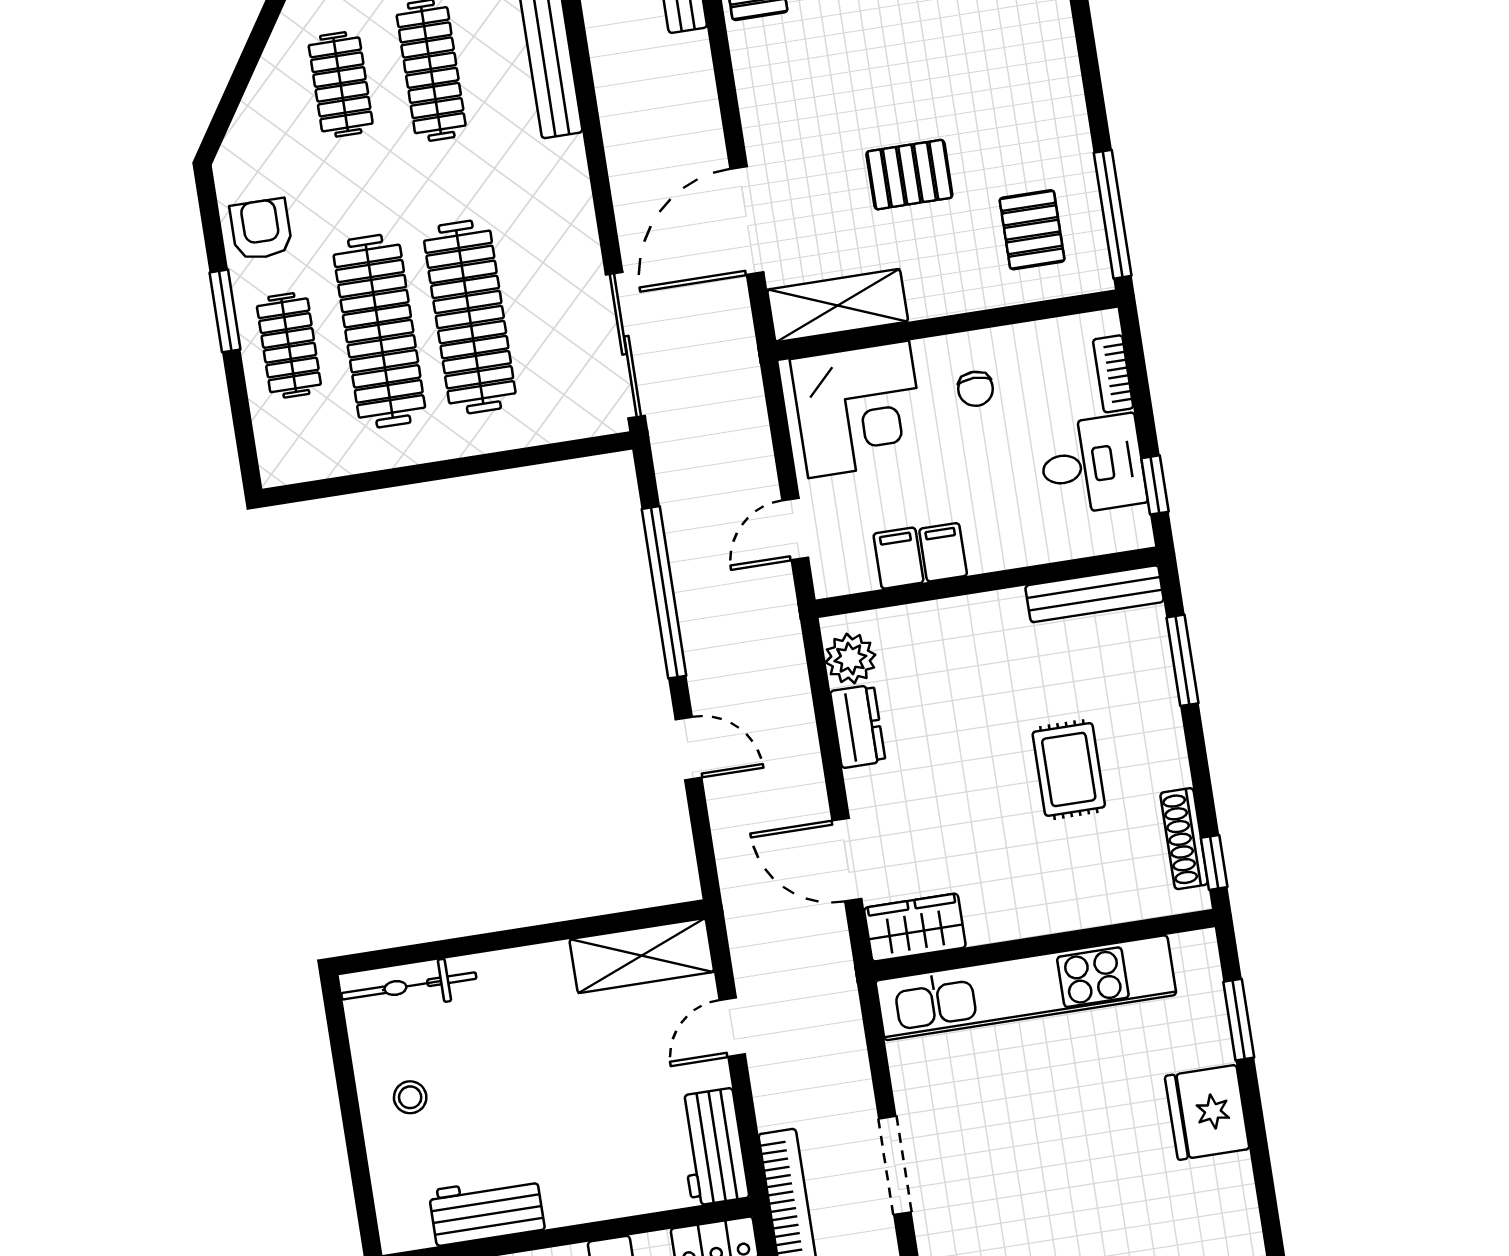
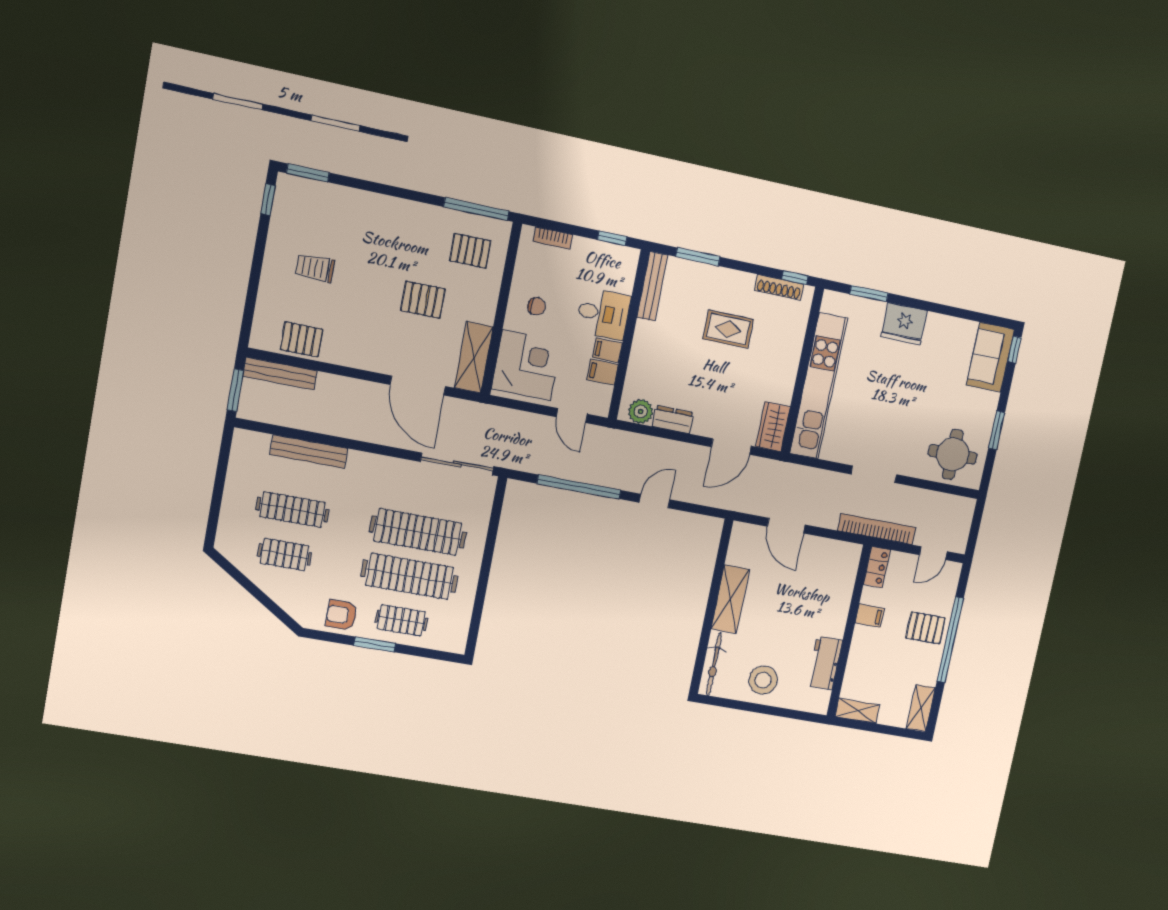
pallet: (909, 175) -> (423, 300), turned 90
desk: (1092, 465) -> (603, 314), moved, turned 90
shelving: (642, 956) -> (730, 599), moved
door: (732, 1027) -> (786, 526), width x1.38
stool: (410, 1097) -> (763, 680), width x1.89, depth x1.89
workbench: (712, 1147) -> (835, 553), removed

